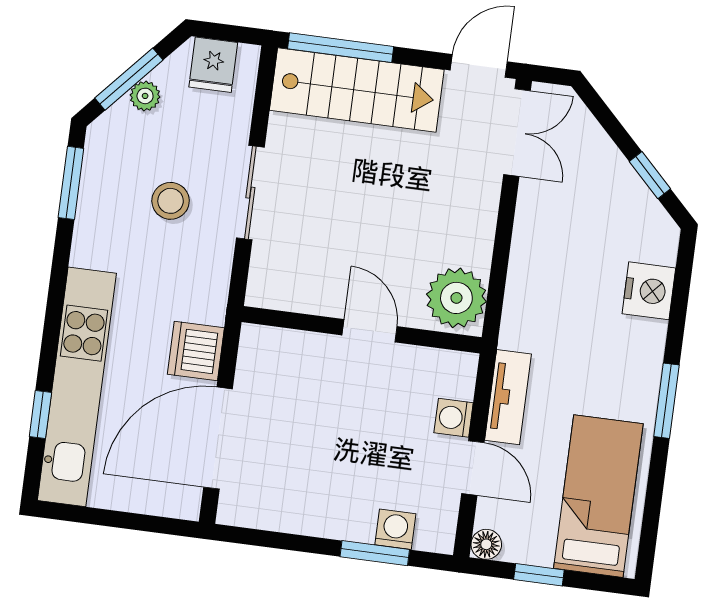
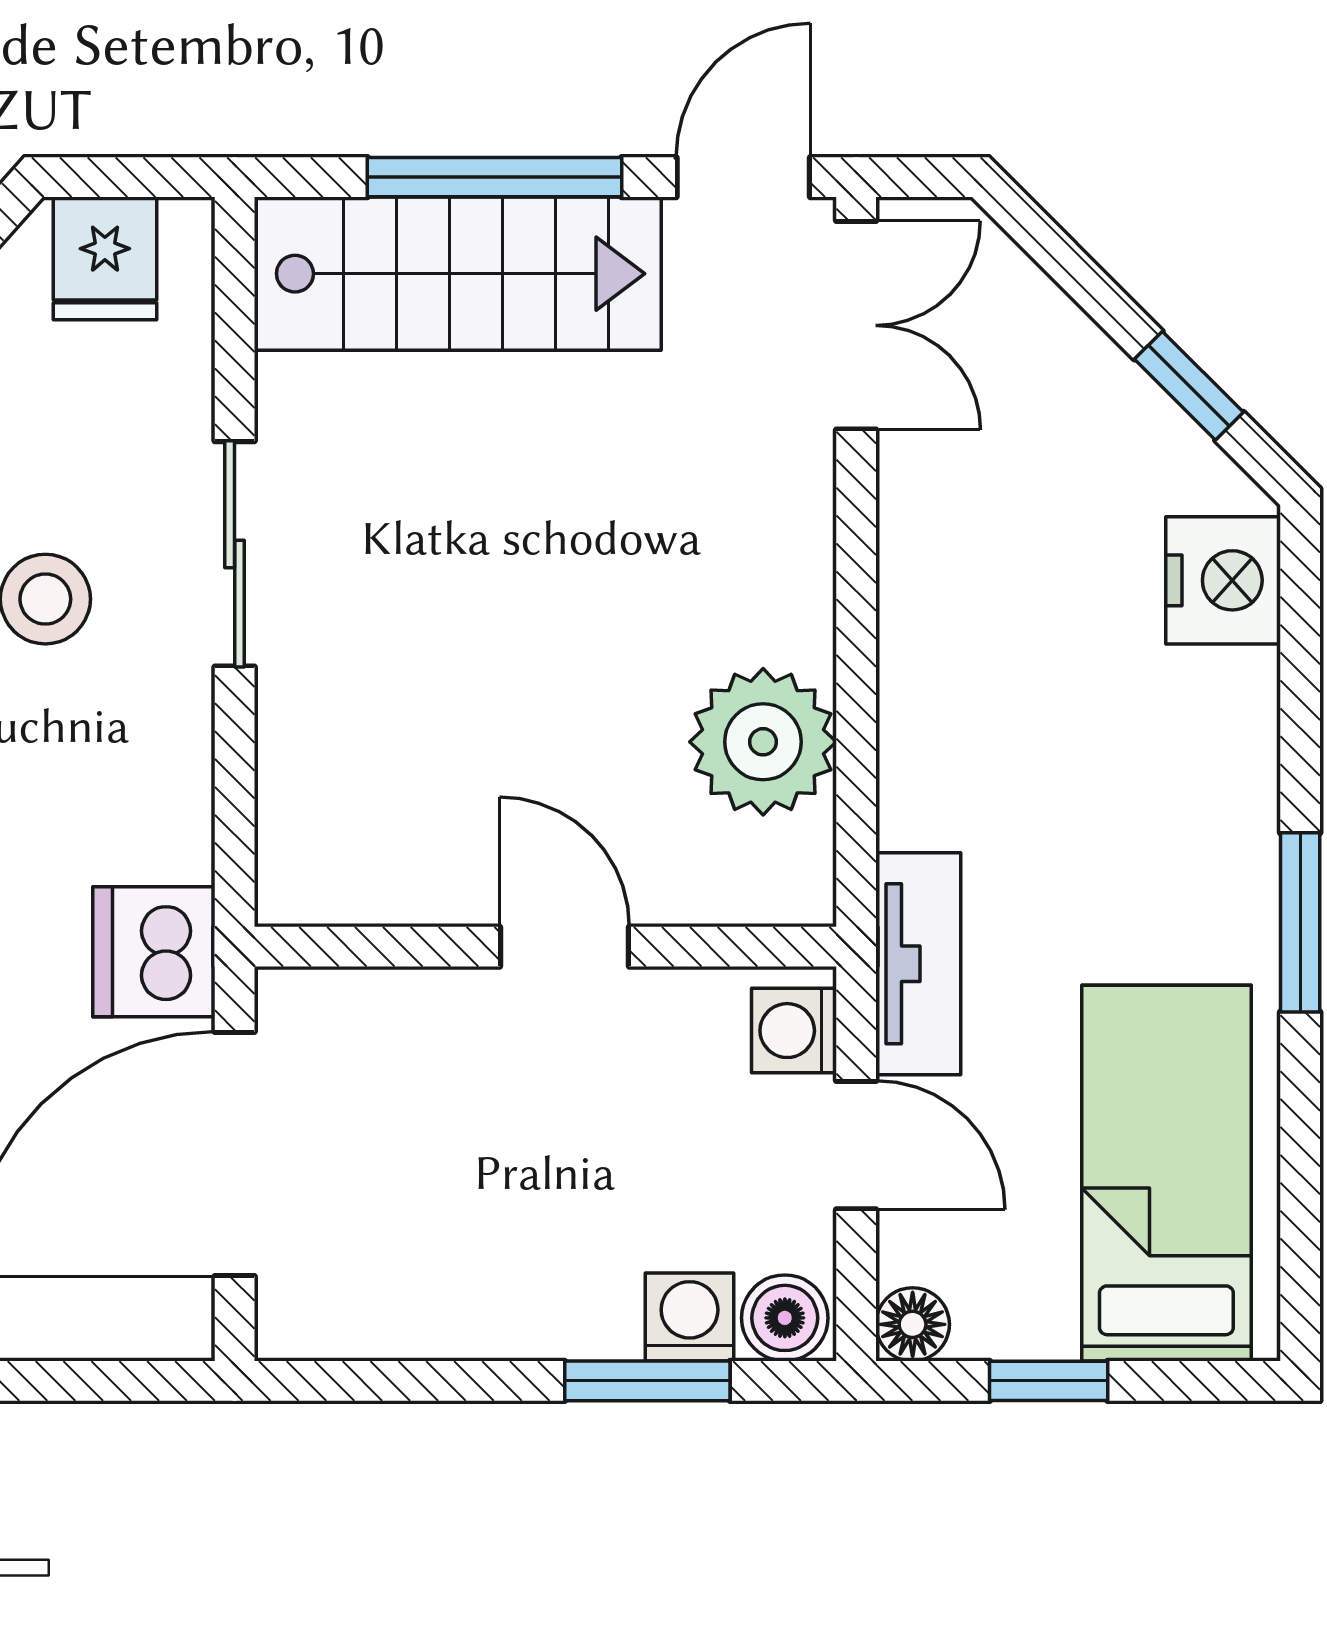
window: (341, 48) -> (495, 177), moved
nightstand: (649, 291) -> (1223, 580), moved
wall: (362, 330) -> (545, 947), moved
door: (370, 331) -> (564, 947), moved
boiler: (434, 535) -> (785, 1318), added

